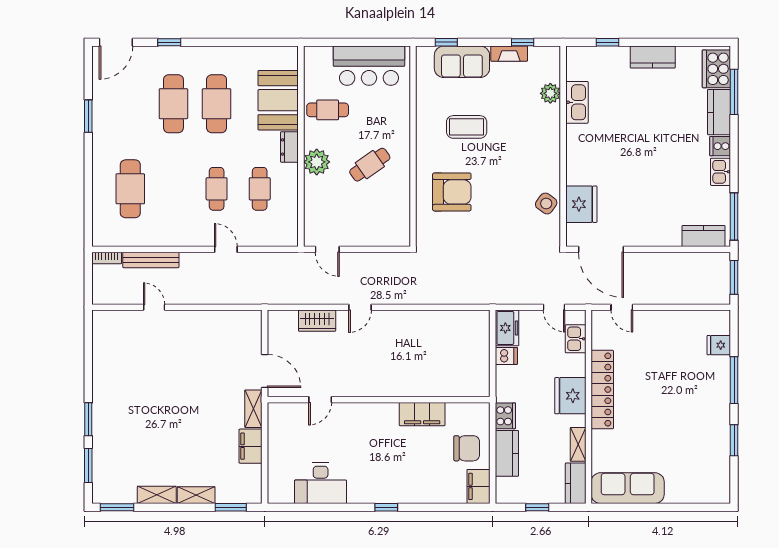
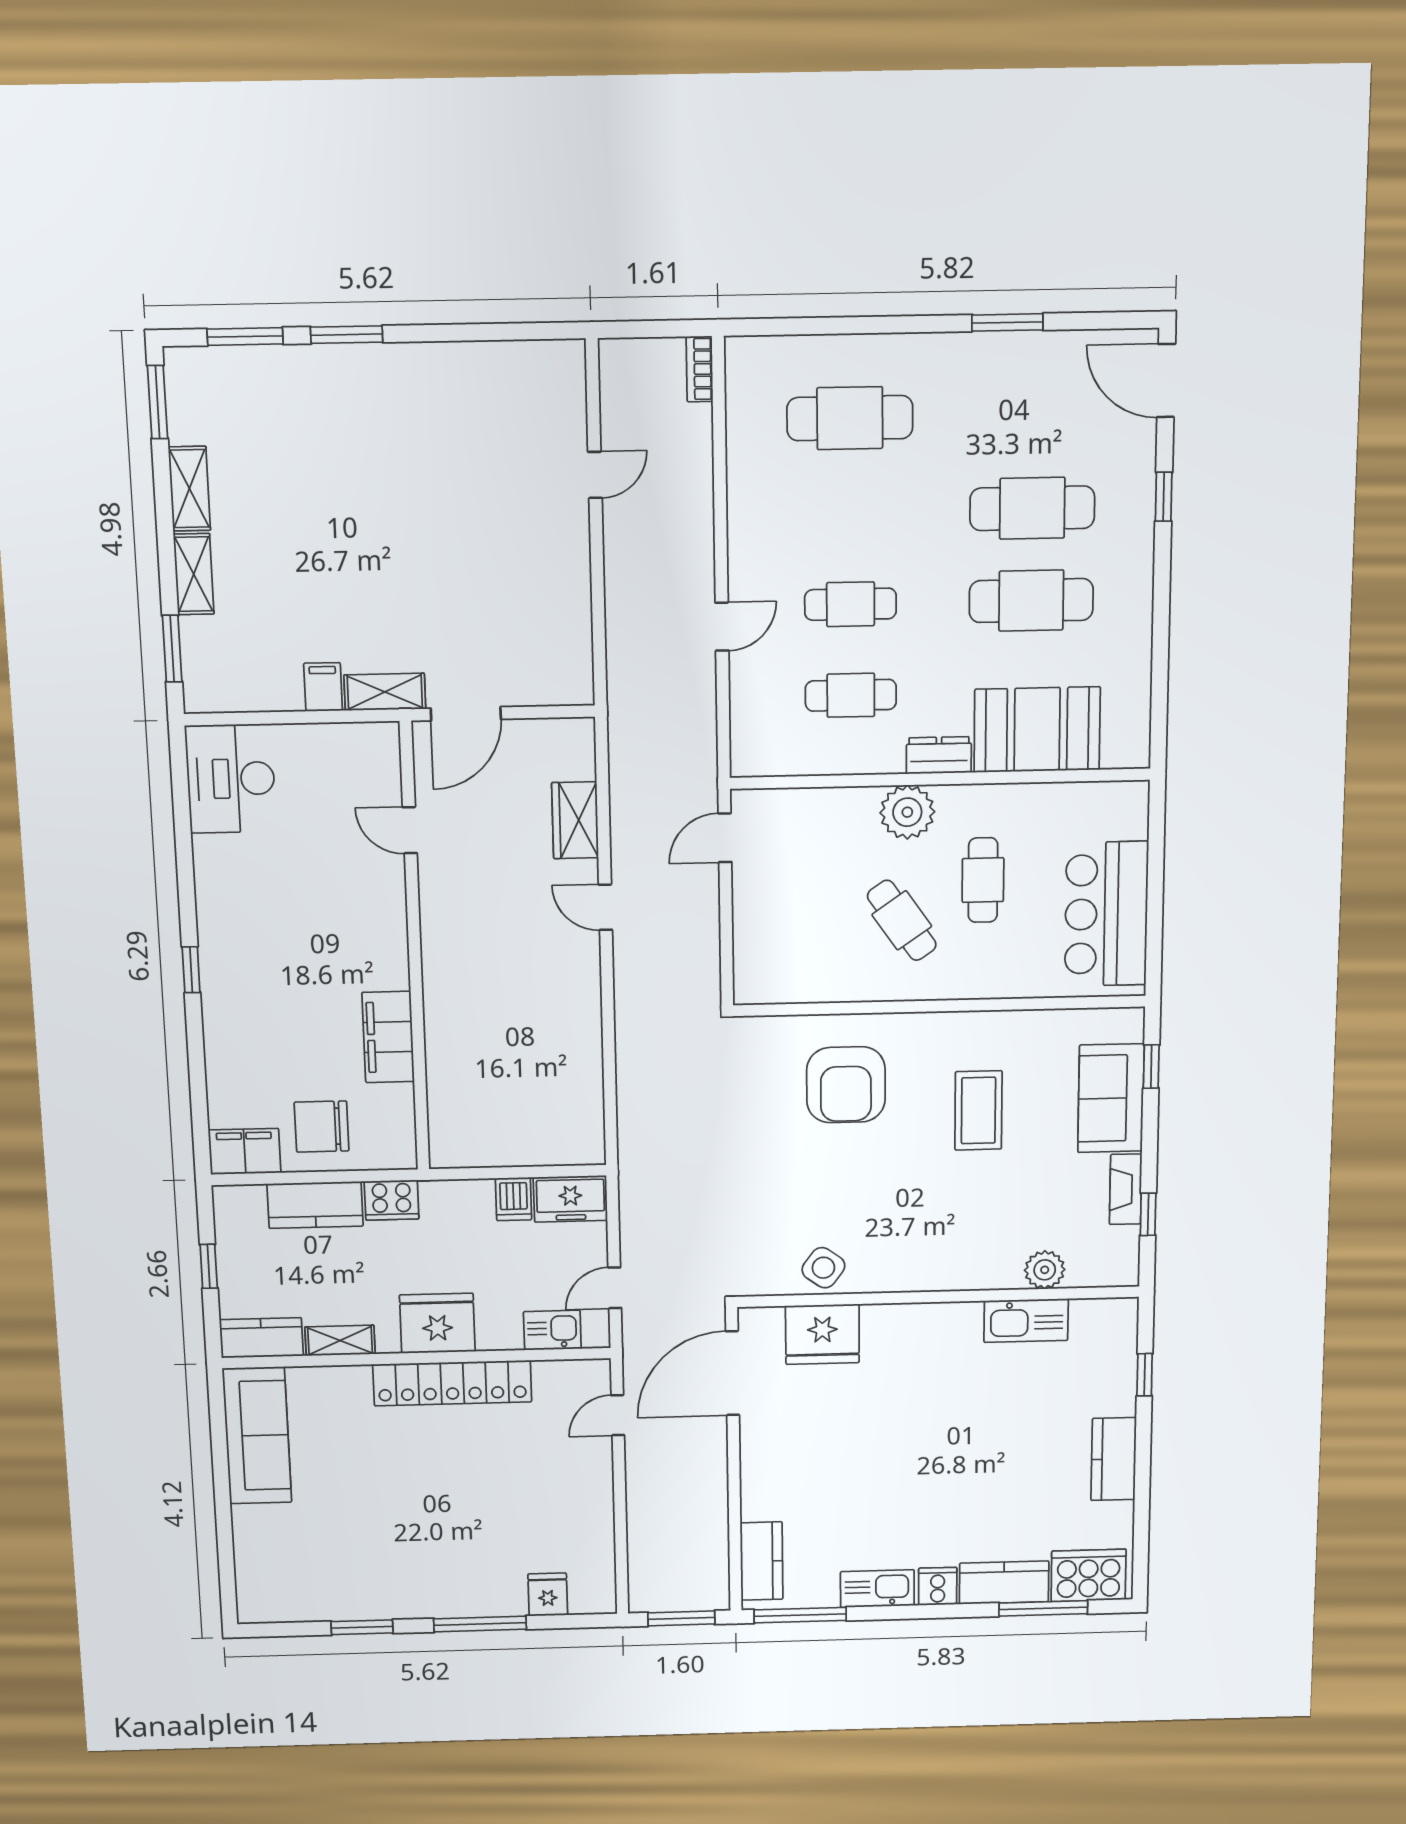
cafe table: (328, 110) -> (983, 880), moved
kitchen sink: (721, 172) -> (877, 1589), width x1.38
bench: (151, 260) -> (697, 466), removed
filing cabinet: (250, 446) -> (323, 687), width x0.50
chair: (467, 448) -> (322, 1127), turned 90
desk: (321, 483) -> (231, 779), moved

